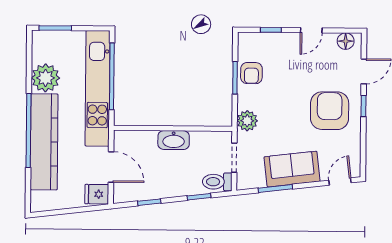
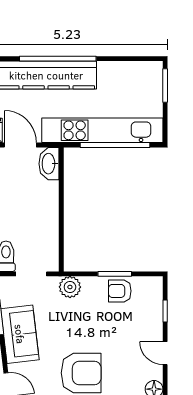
plant: (45, 78) -> (113, 76), removed
washbasin: (174, 140) -> (49, 164), moved
door: (111, 167) -> (20, 145), swing flipped

